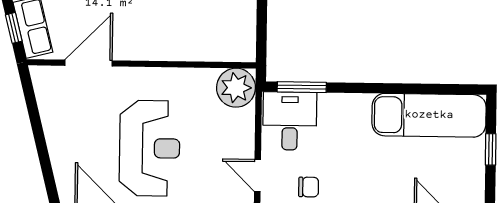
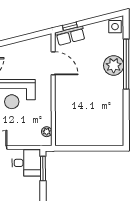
plant: (236, 88) -> (47, 132), width x0.53, depth x0.53

